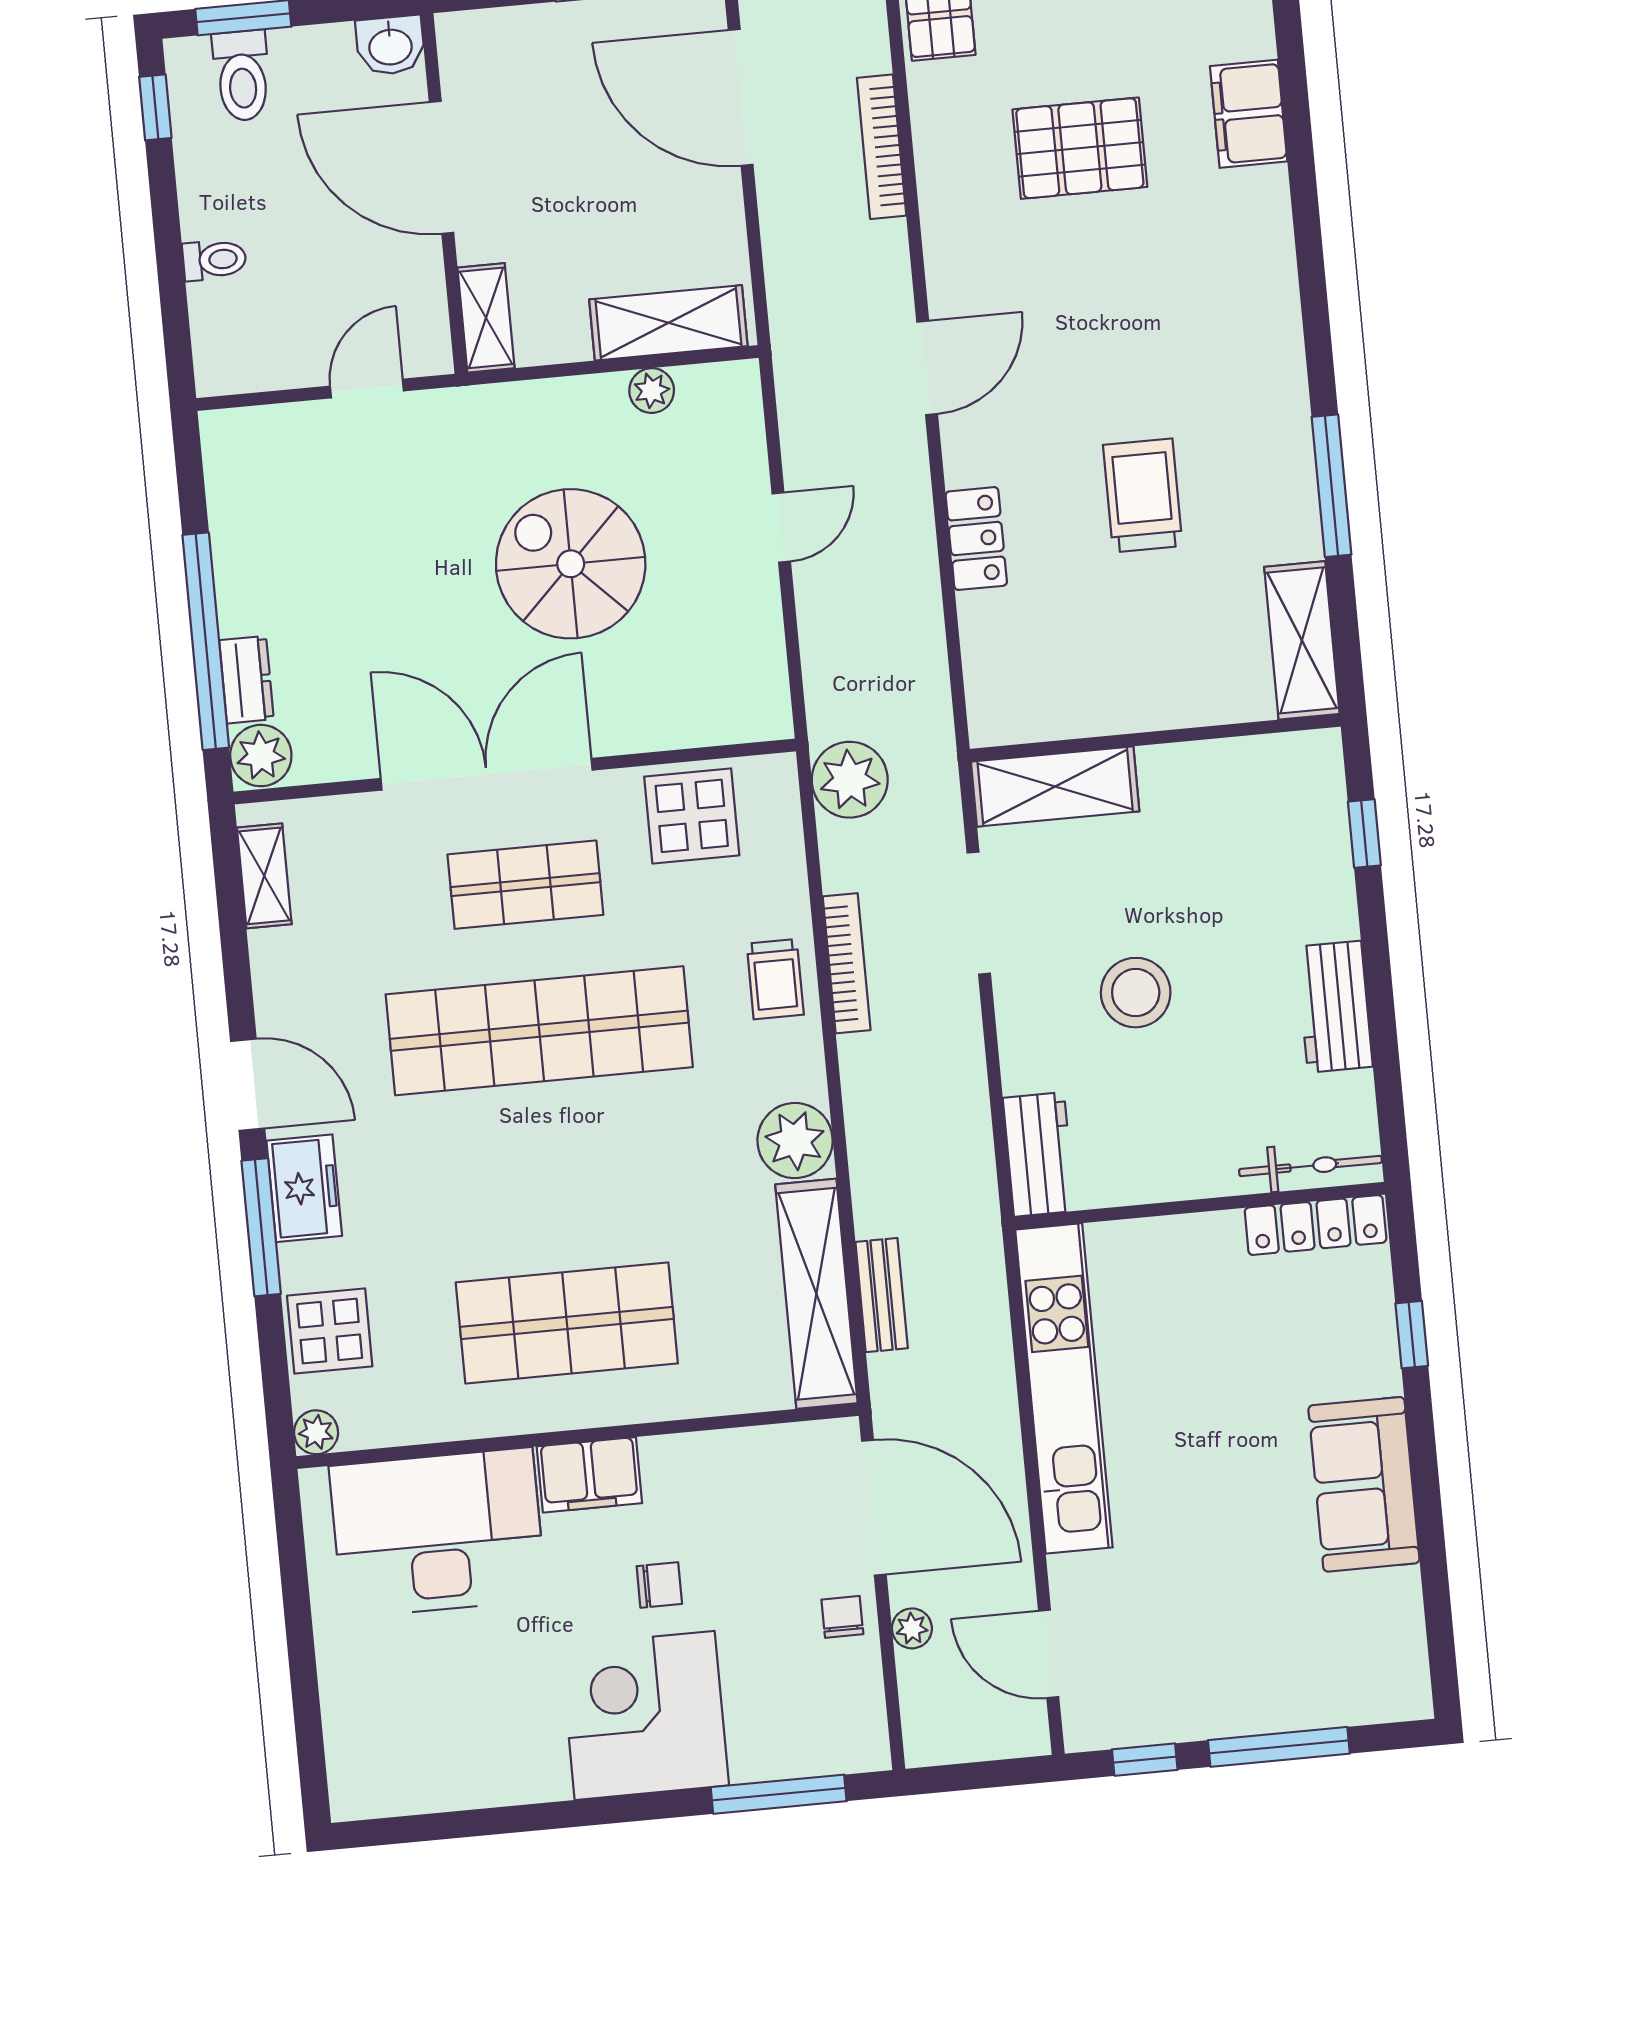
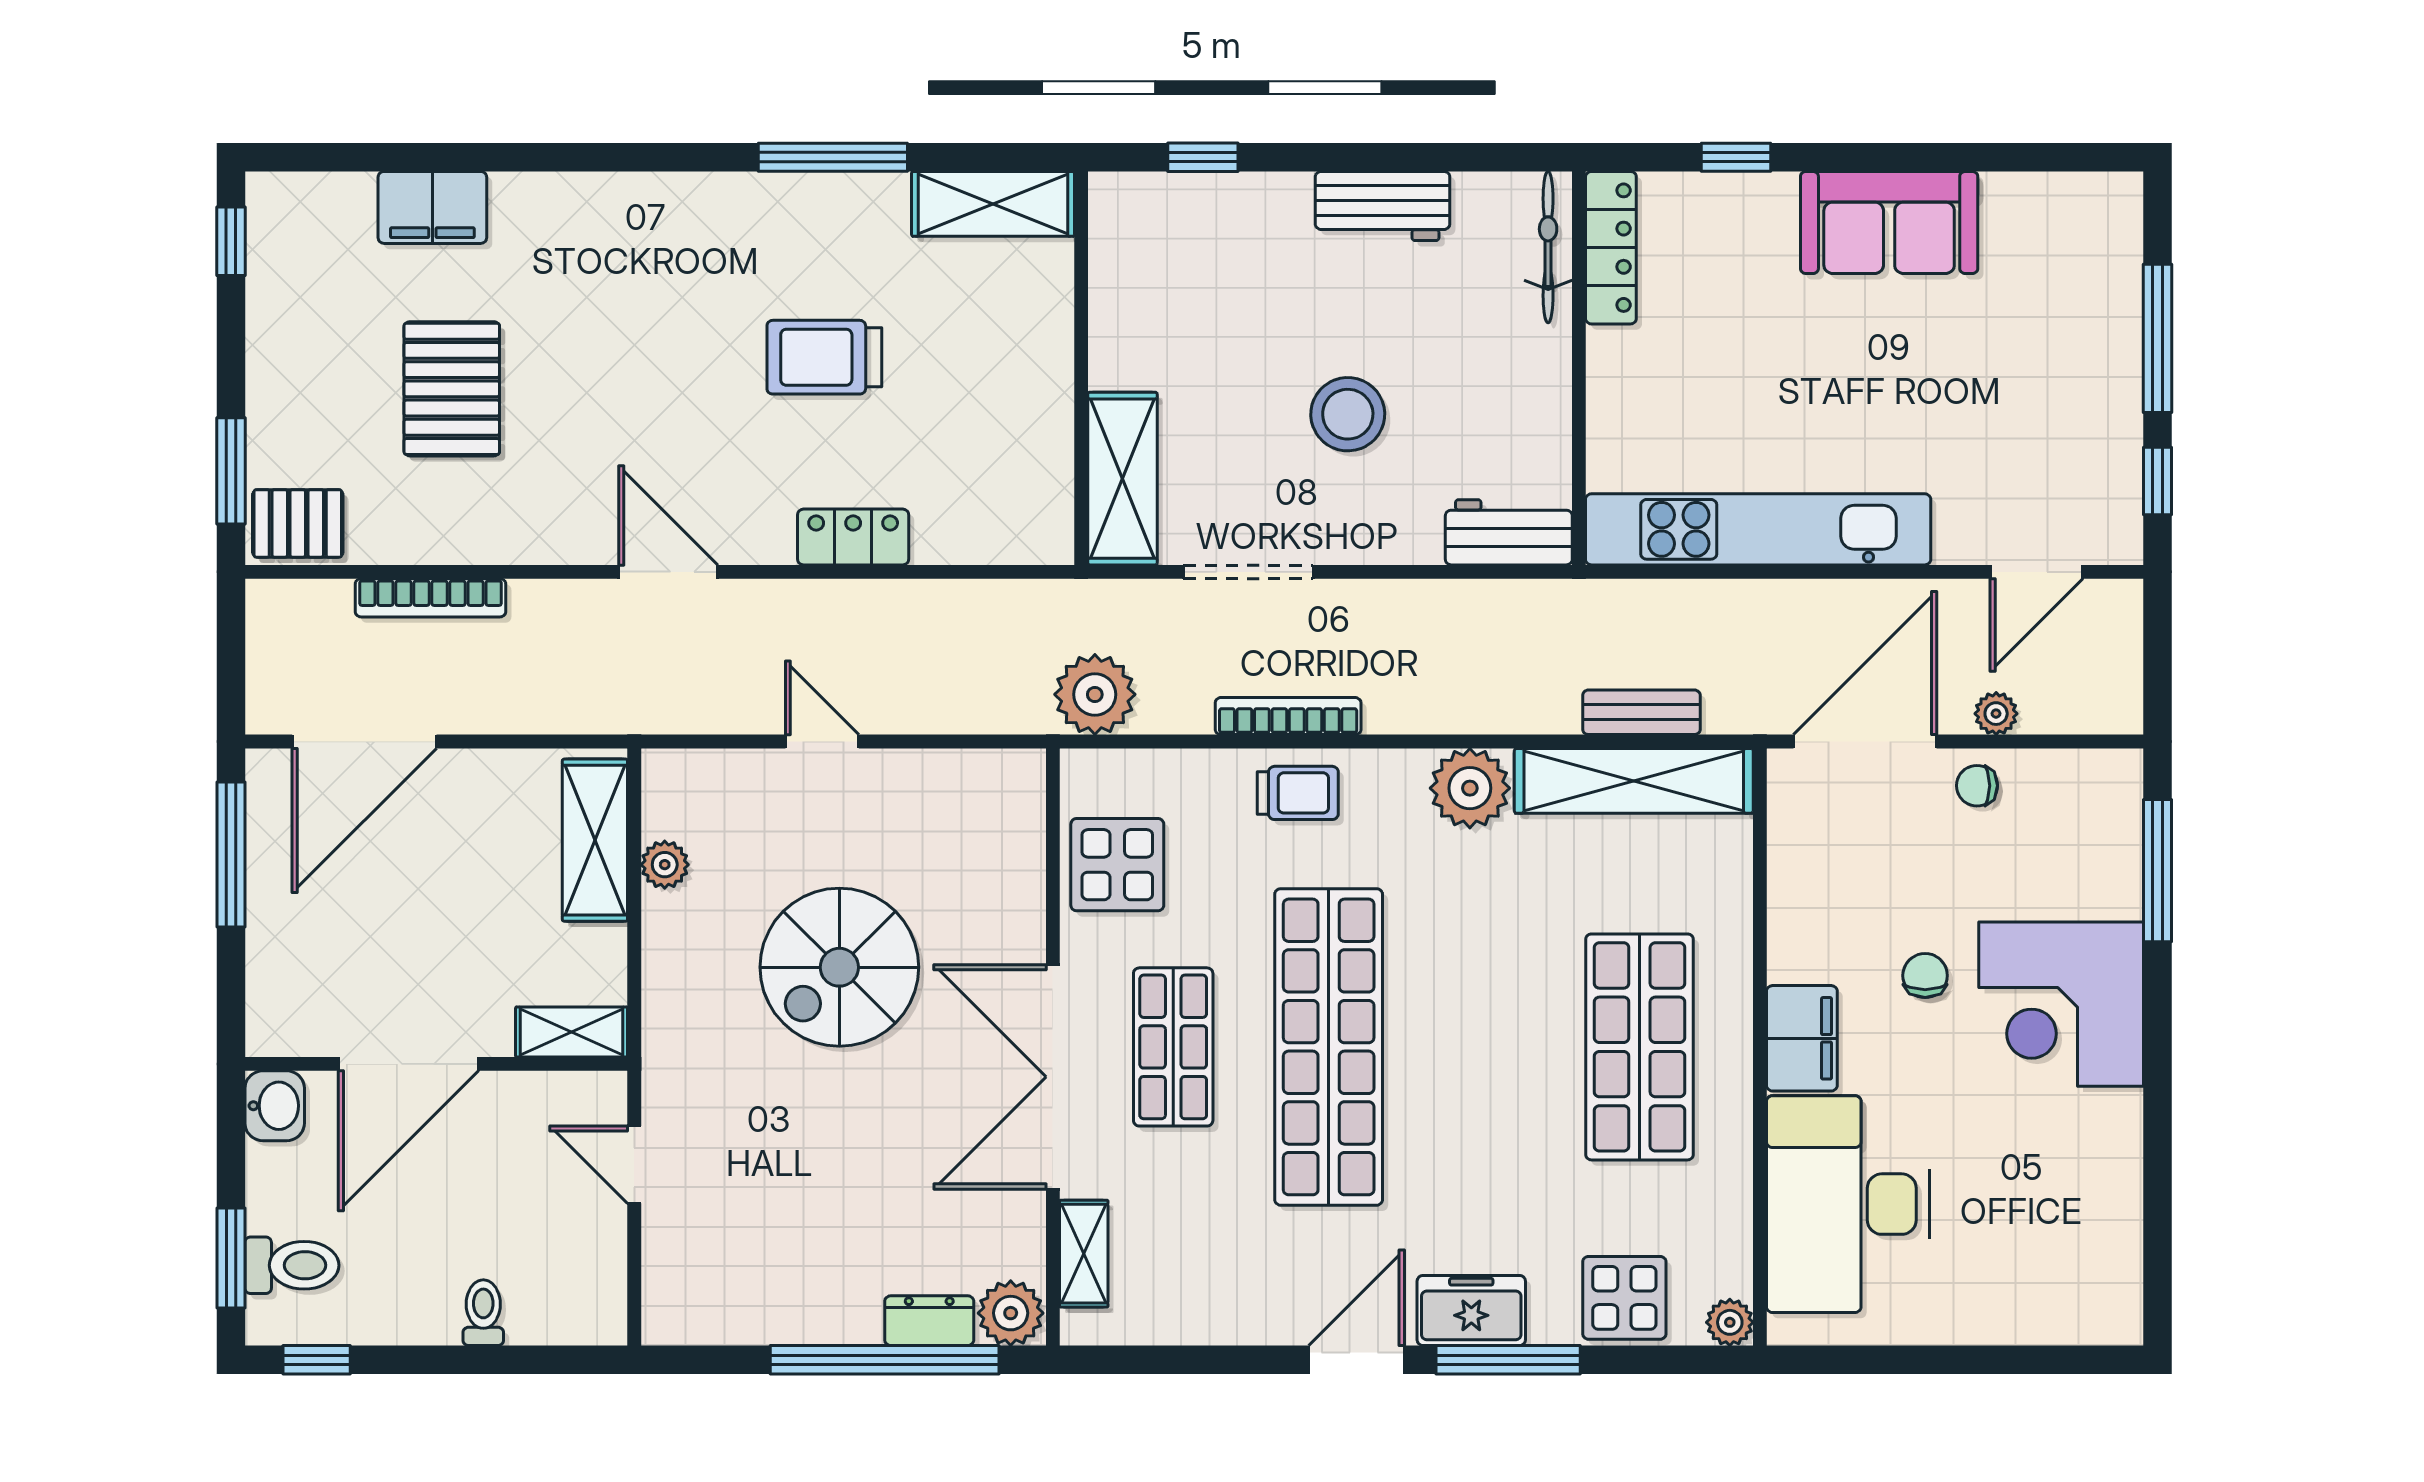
shelving: (264, 876) -> (1084, 1254), moved, turned 90

